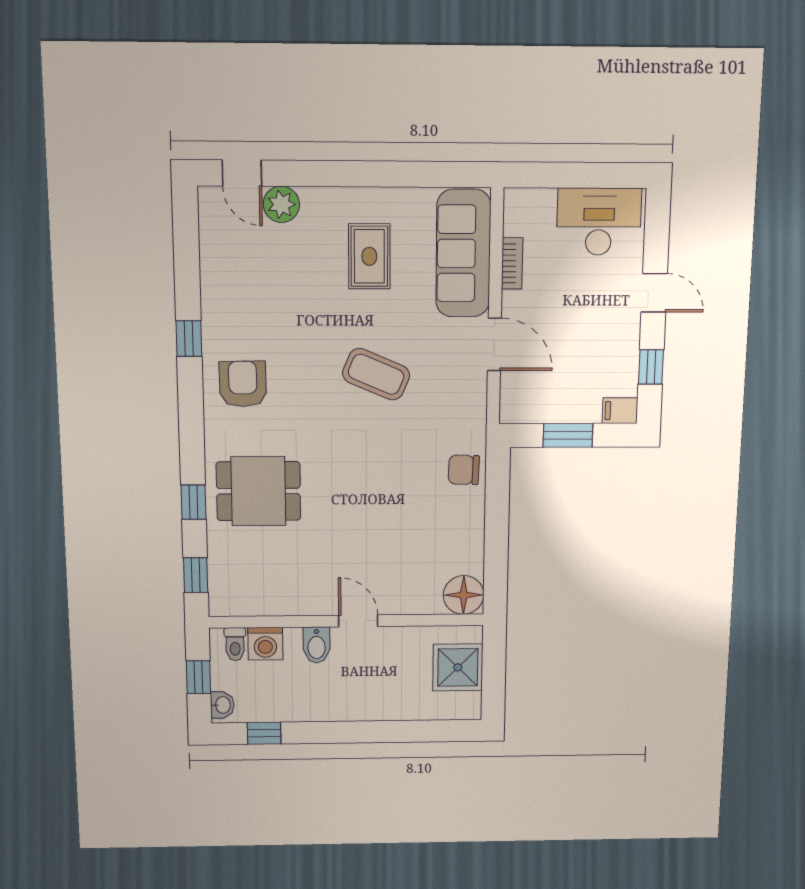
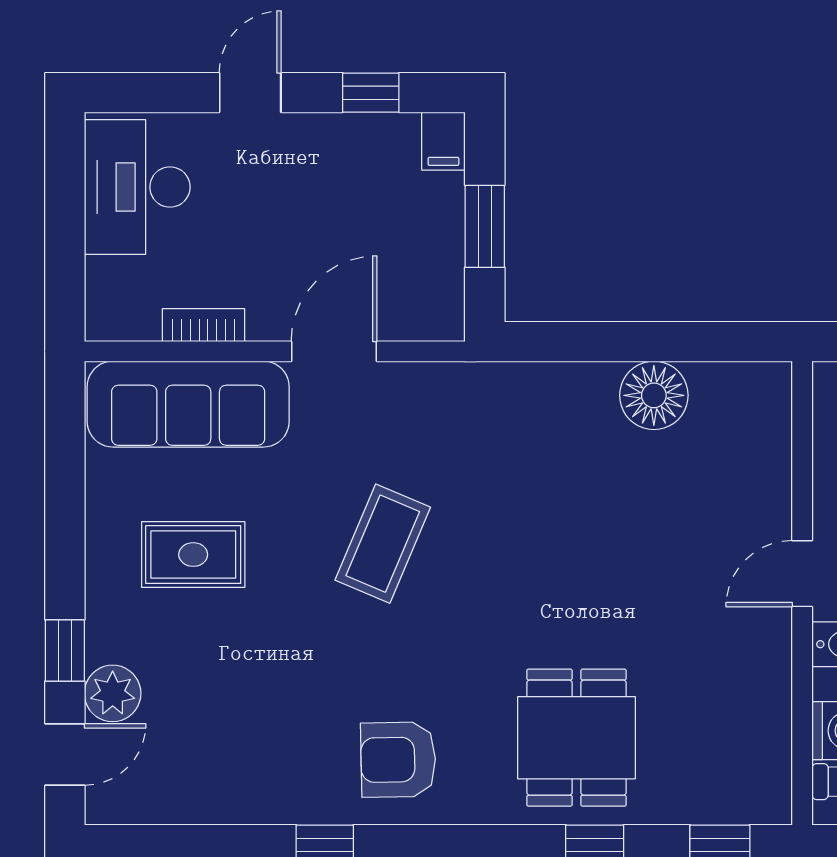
window: (308, 174) -> (65, 651), added
chair: (464, 470) -> (542, 398), removed
floor lamp: (464, 595) -> (654, 395), moved

